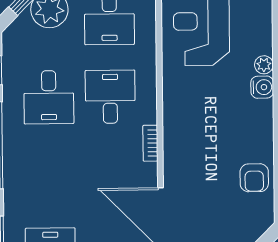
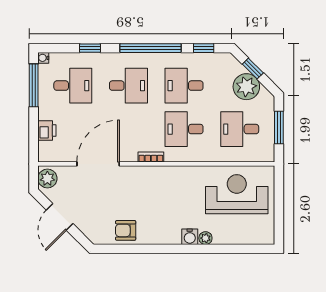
desk: (110, 97) -> (184, 129), turned 180
desk: (50, 176) -> (128, 86), added

